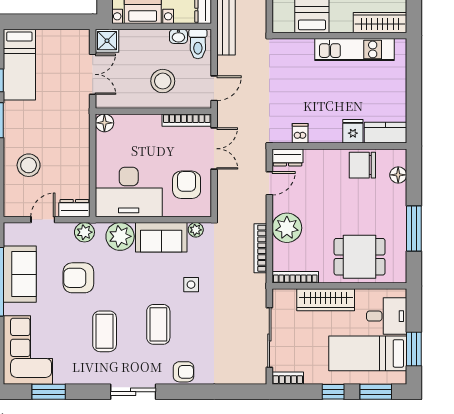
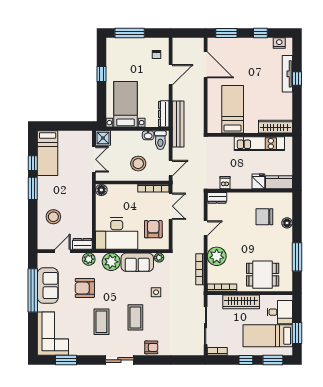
fridge: (353, 131) -> (258, 181), moved
dishwasher: (300, 133) -> (225, 183), moved
kitchen counter: (385, 133) -> (279, 182), moved
wall: (339, 146) -> (250, 191), moved
dresser: (287, 157) -> (217, 198), moved

